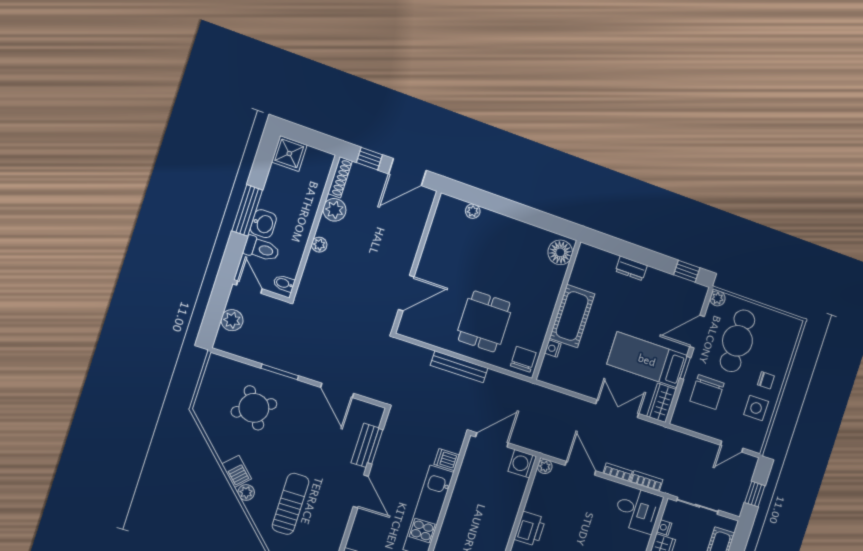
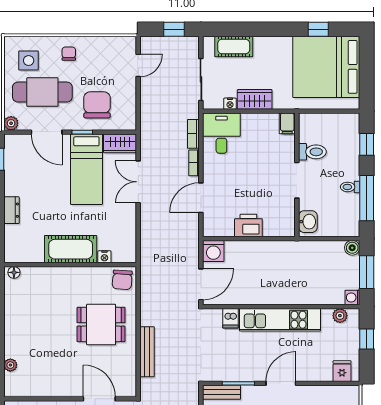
floor lamp: (560, 252) -> (14, 272), width x0.53, depth x0.53
chair: (523, 359) -> (122, 280), turned -86
bench: (459, 367) -> (147, 352), moved
chair: (707, 392) -> (97, 105), turned -90
side table: (756, 408) -> (29, 61), moved
door: (492, 440) -> (201, 284), swing flipped
bench: (365, 445) -> (222, 392), moved
door: (732, 447) -> (138, 65), hinge flipped
plant: (545, 466) -> (209, 230), removed
printer: (530, 529) -> (248, 225), moved

